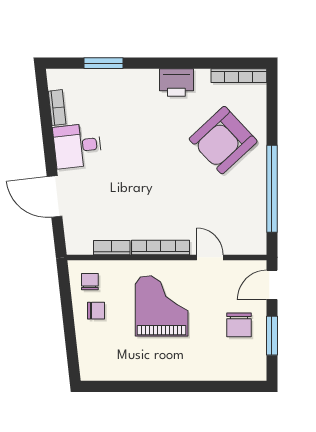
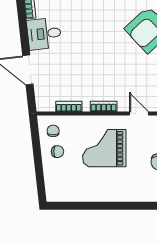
bookcase: (161, 247) -> (104, 106), width x0.64
grand piano: (162, 306) -> (104, 148), turned -90

